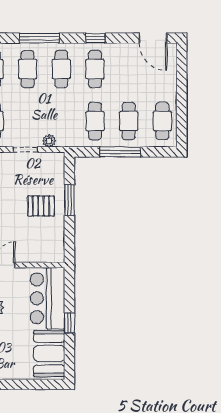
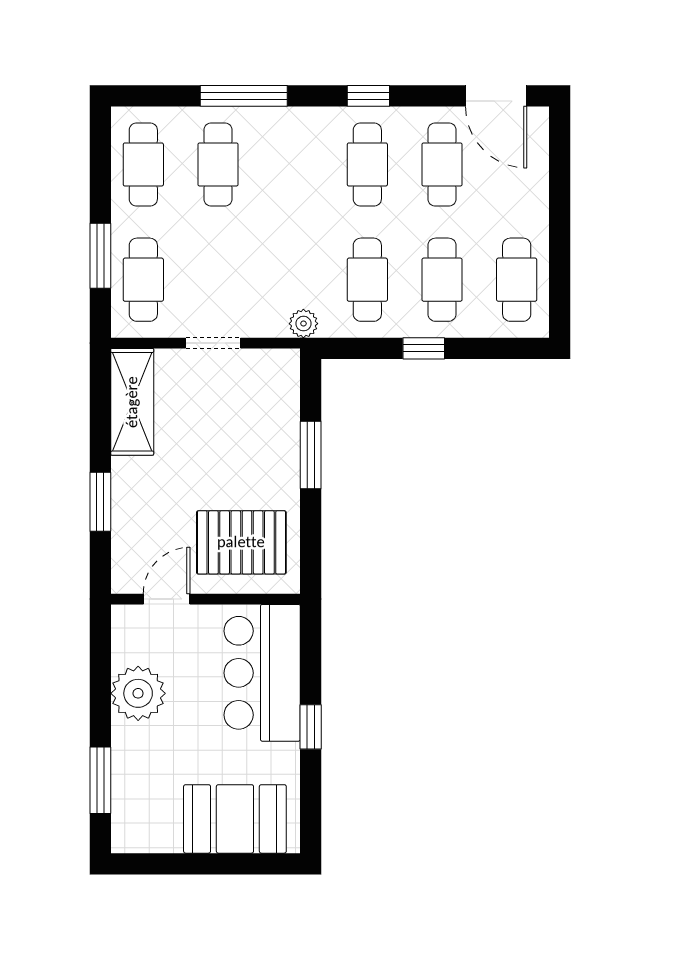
cafe table: (61, 69) -> (442, 164), moved
plant: (49, 141) -> (303, 324), moved
window: (120, 152) -> (424, 348), width x0.46
pallet: (41, 206) -> (241, 542), moved, width x1.50, depth x1.42
booth: (49, 354) -> (235, 819), moved, turned 90

